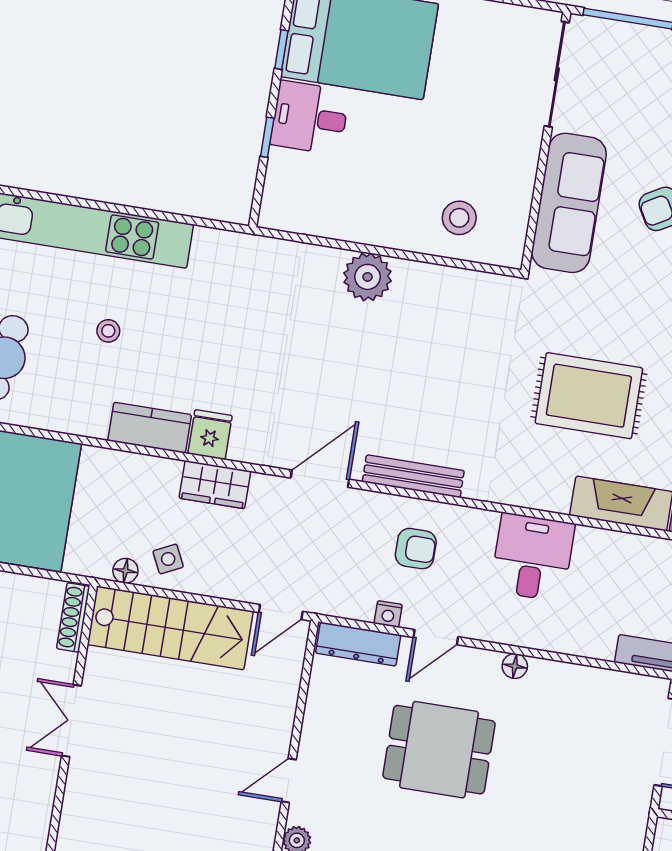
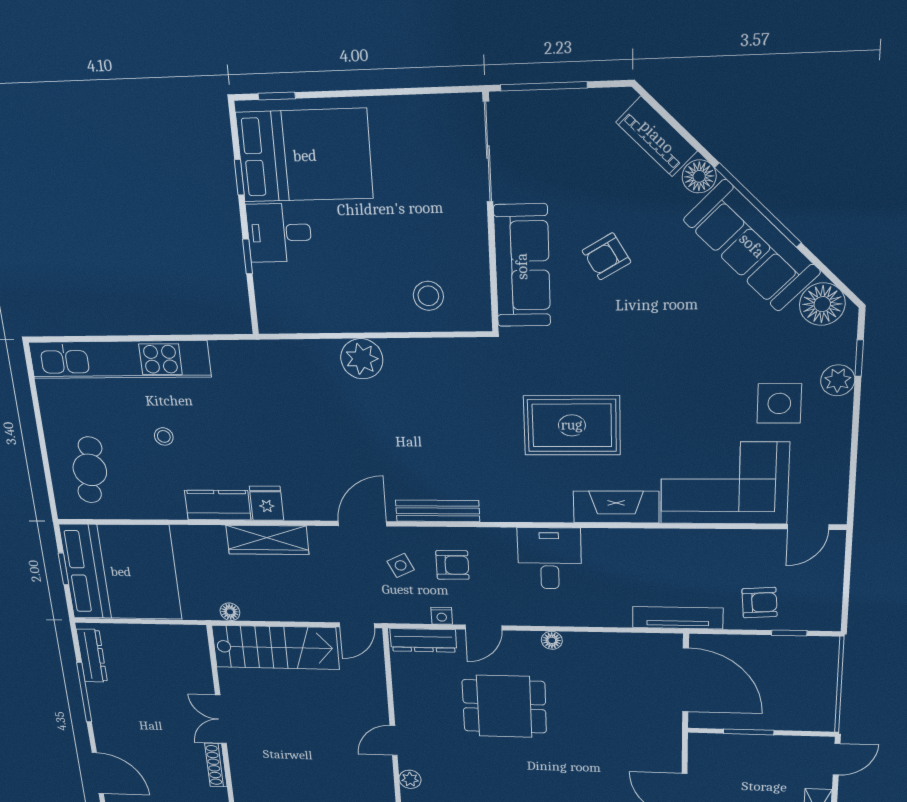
wardrobe: (215, 485) -> (267, 540), width x1.50
side table: (168, 559) -> (401, 565), moved
shoe rack: (73, 618) -> (216, 765), moved

